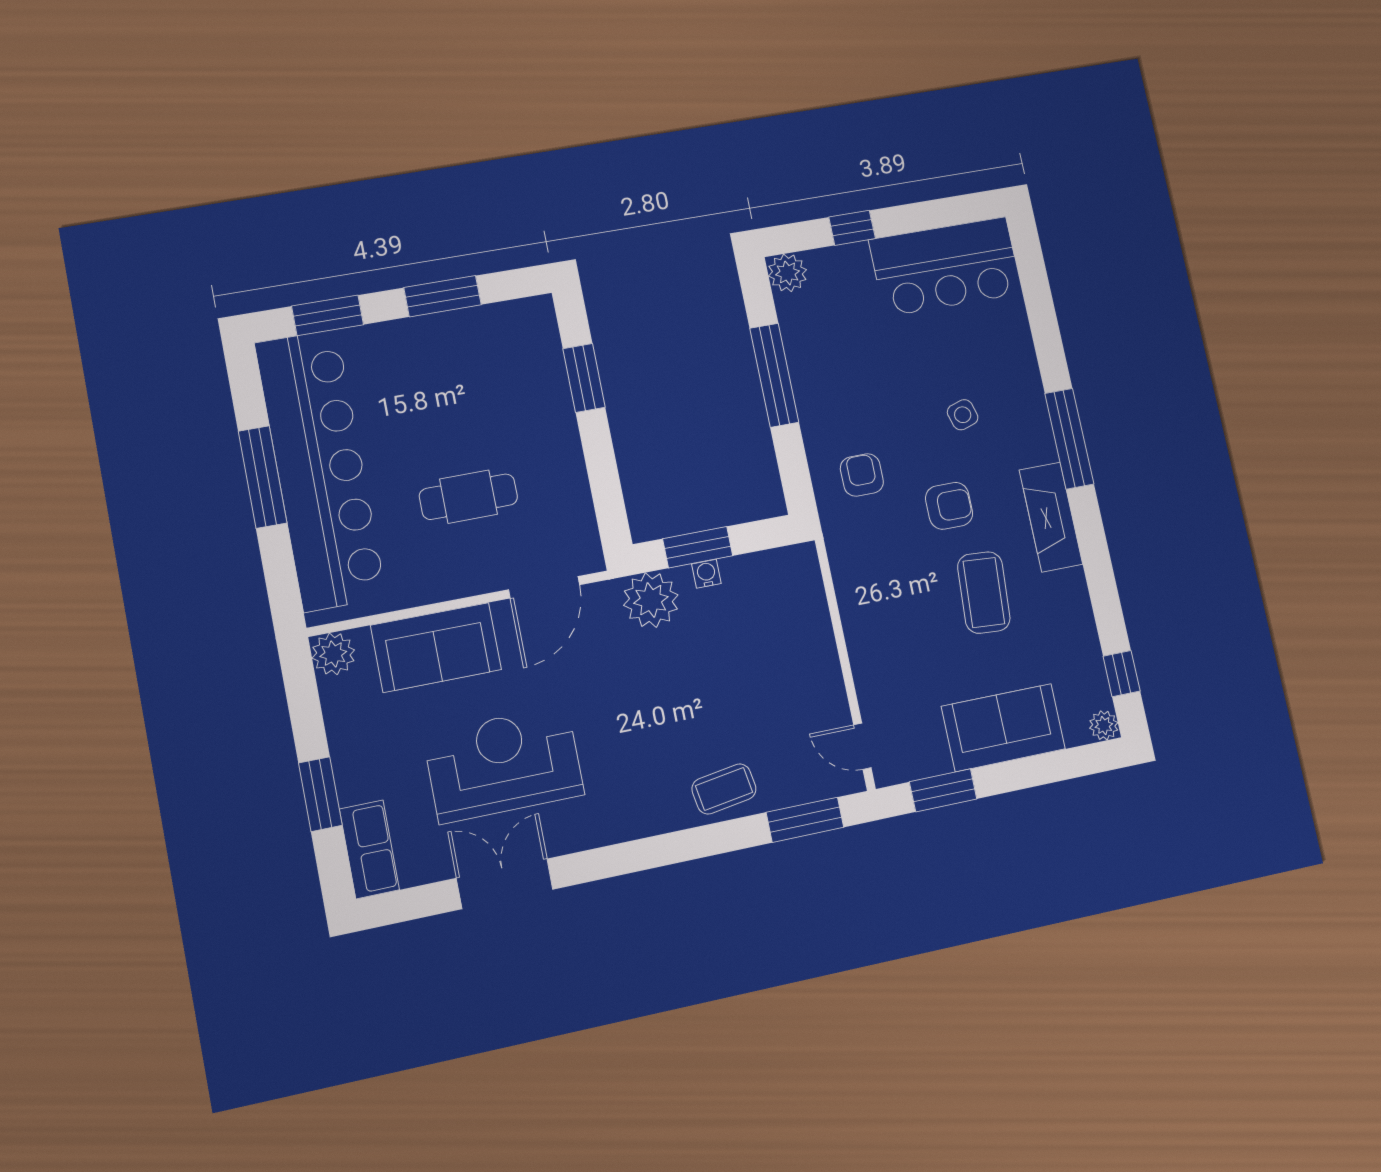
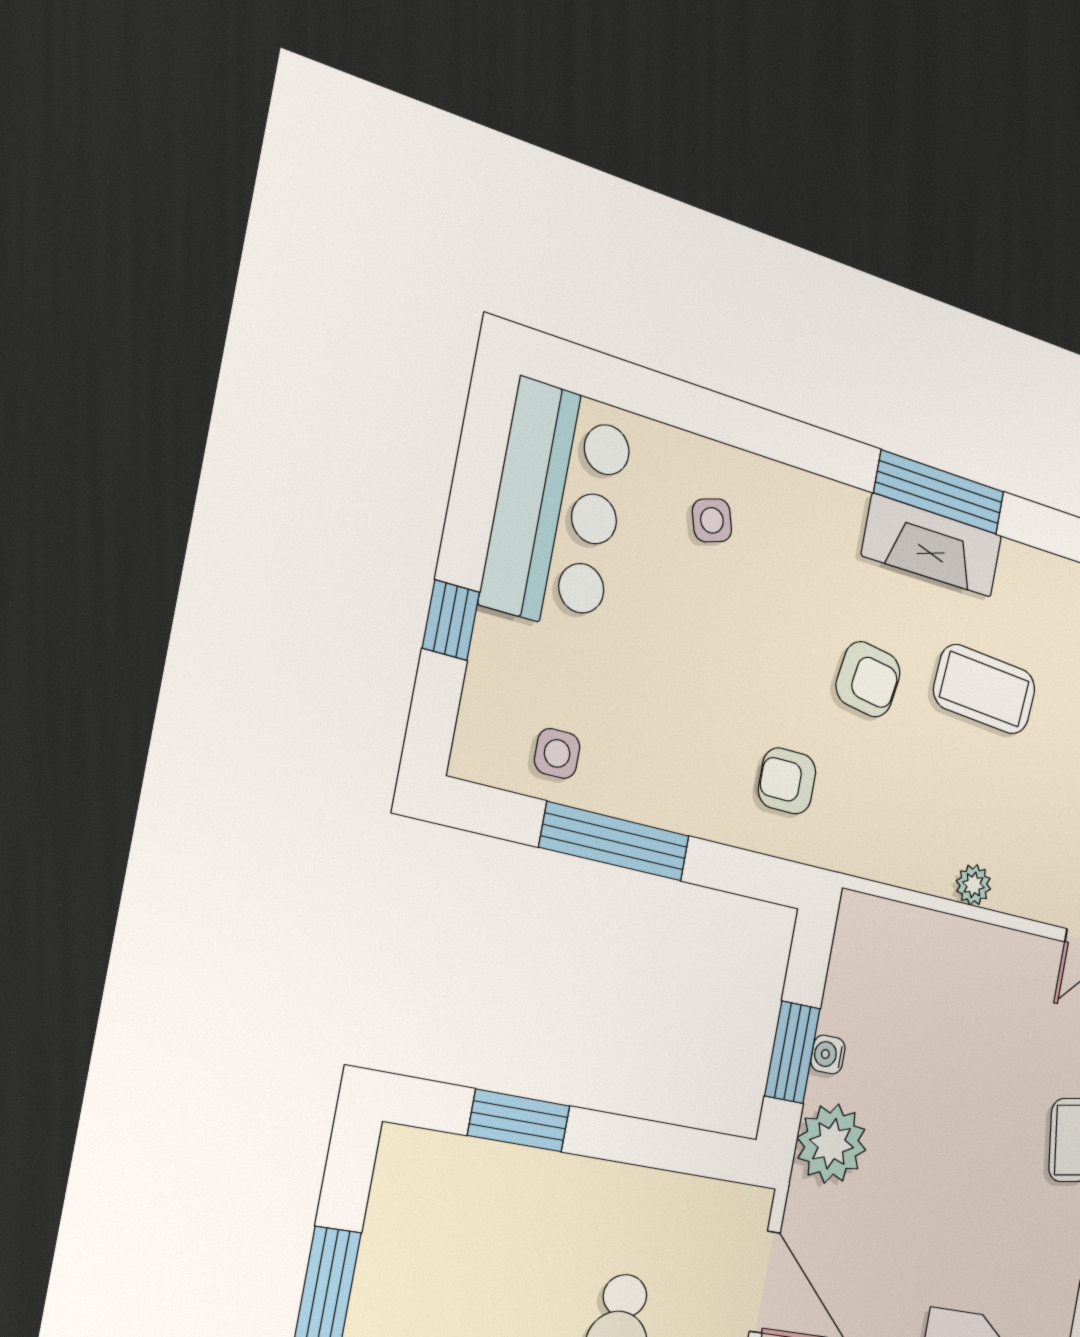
plant: (787, 273) -> (973, 885), moved, width x0.73, depth x0.73
side table: (808, 319) -> (557, 753), added
side table: (963, 415) -> (712, 520), moved
window: (1069, 439) -> (939, 492), moved
armchair: (949, 506) -> (868, 679), turned 99

